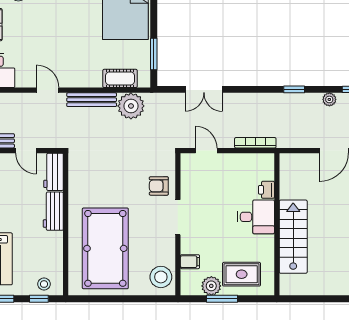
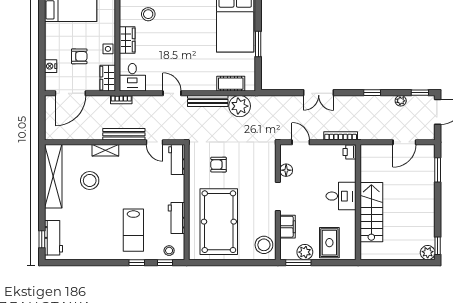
window: (154, 54) -> (258, 44), moved
double door: (204, 89) -> (319, 93), moved
floor lamp: (188, 185) -> (286, 170), added
armchair: (159, 186) -> (218, 165), moved
printer: (266, 190) -> (350, 152), moved
workbench: (53, 211) -> (177, 218), moved
filing cabinet: (190, 262) -> (288, 227), width x2.00
rug: (242, 274) -> (329, 243), turned 90
window: (222, 299) -> (298, 263), moved

